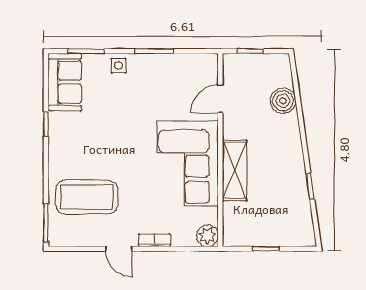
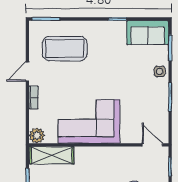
door: (220, 99) -> (152, 145), moved
shelving: (235, 170) -> (52, 155), moved
coffee table: (87, 197) -> (65, 49), turned 90

